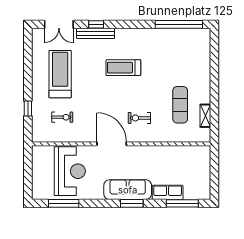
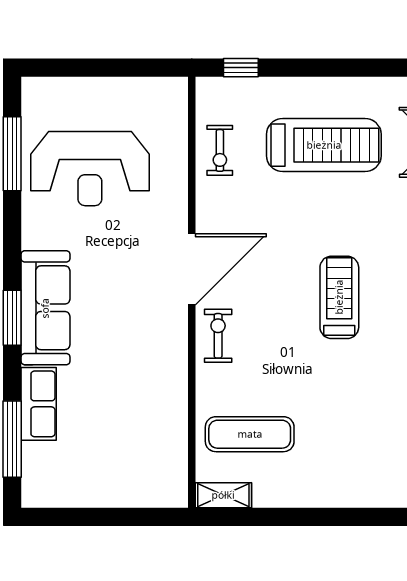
door: (112, 144) -> (192, 269), moved
wall: (121, 144) -> (192, 292), moved

